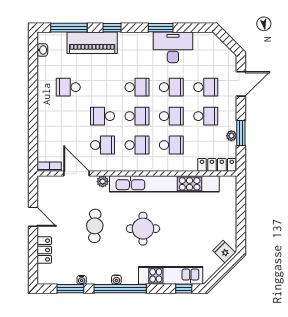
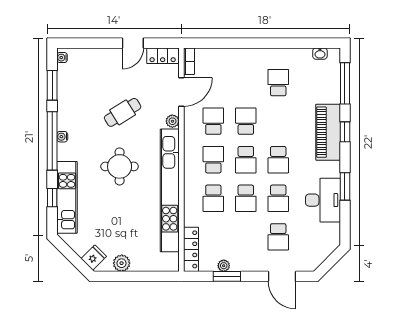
piano: (92, 43) -> (328, 132), moved
school desk: (206, 116) -> (246, 237), removed
school desk: (103, 145) -> (213, 121), turned 180
school desk: (137, 145) -> (213, 160), turned 180
cafe table: (95, 226) -> (123, 112), turned -34
plant: (229, 227) -> (122, 263), added
locker: (44, 250) -> (163, 56), moved
water cooler: (82, 280) -> (62, 58), moved
window: (184, 289) -> (52, 198), moved

